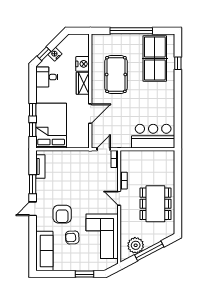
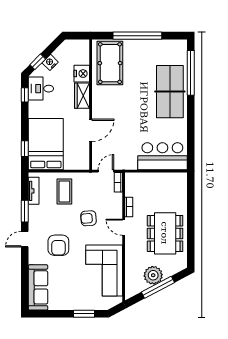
table tennis table: (155, 58) -> (170, 92), moved
window: (178, 63) -> (191, 73), width x3.17
pool table: (116, 75) -> (110, 63), moved
window: (33, 110) -> (25, 95), moved
coffee table: (67, 167) -> (64, 191), added
armchair: (72, 237) -> (88, 218), moved
plant: (136, 245) -> (153, 275), moved

